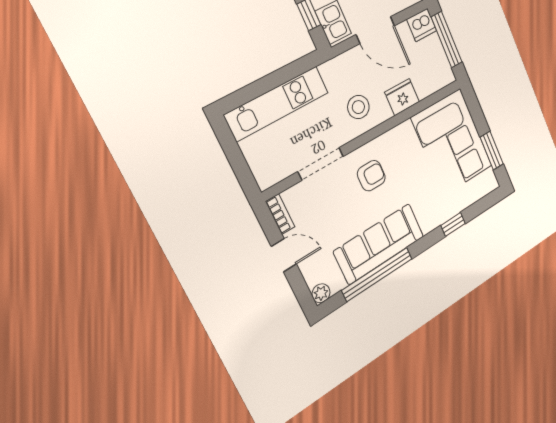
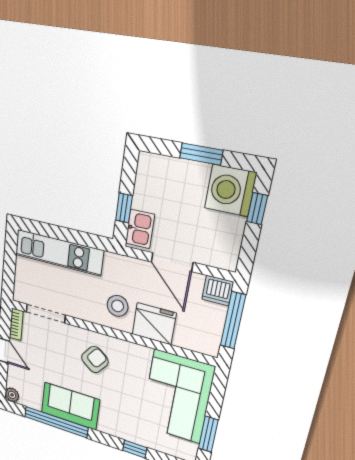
fridge: (402, 97) -> (154, 324), width x1.36, depth x1.34
doorway: (321, 164) -> (46, 314), moved
armchair: (371, 176) -> (95, 360), turned -52
sofa: (379, 244) -> (70, 406), width x0.73

